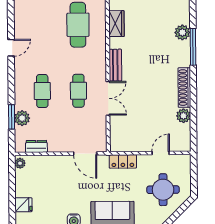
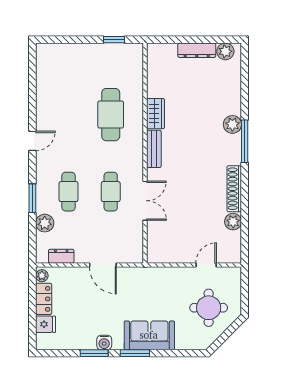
bench: (115, 65) -> (154, 149), moved
window: (12, 117) -> (32, 198), moved
door: (85, 154) -> (103, 265), moved
locker: (123, 161) -> (44, 299), moved, turned -90

